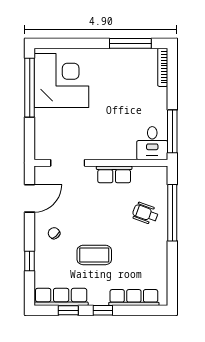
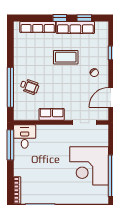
corner desk: (61, 81) -> (89, 166), moved
row of seats: (61, 297) -> (75, 27), moved

